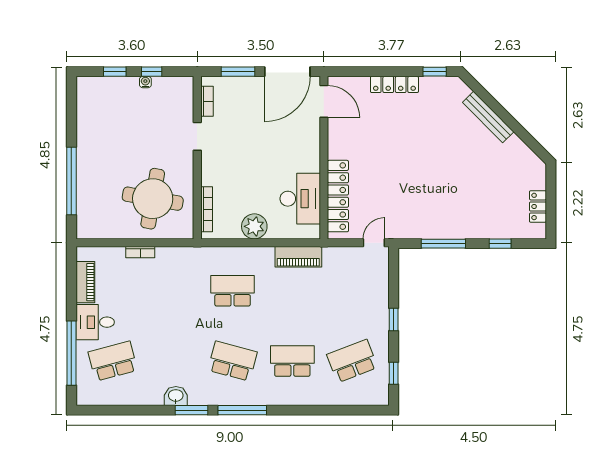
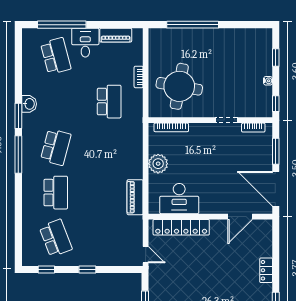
window: (152, 72) -> (276, 104), moved
locker: (394, 84) -> (266, 270), width x0.66
door: (324, 101) -> (240, 217), moved
school desk: (233, 291) -> (109, 102), moved

